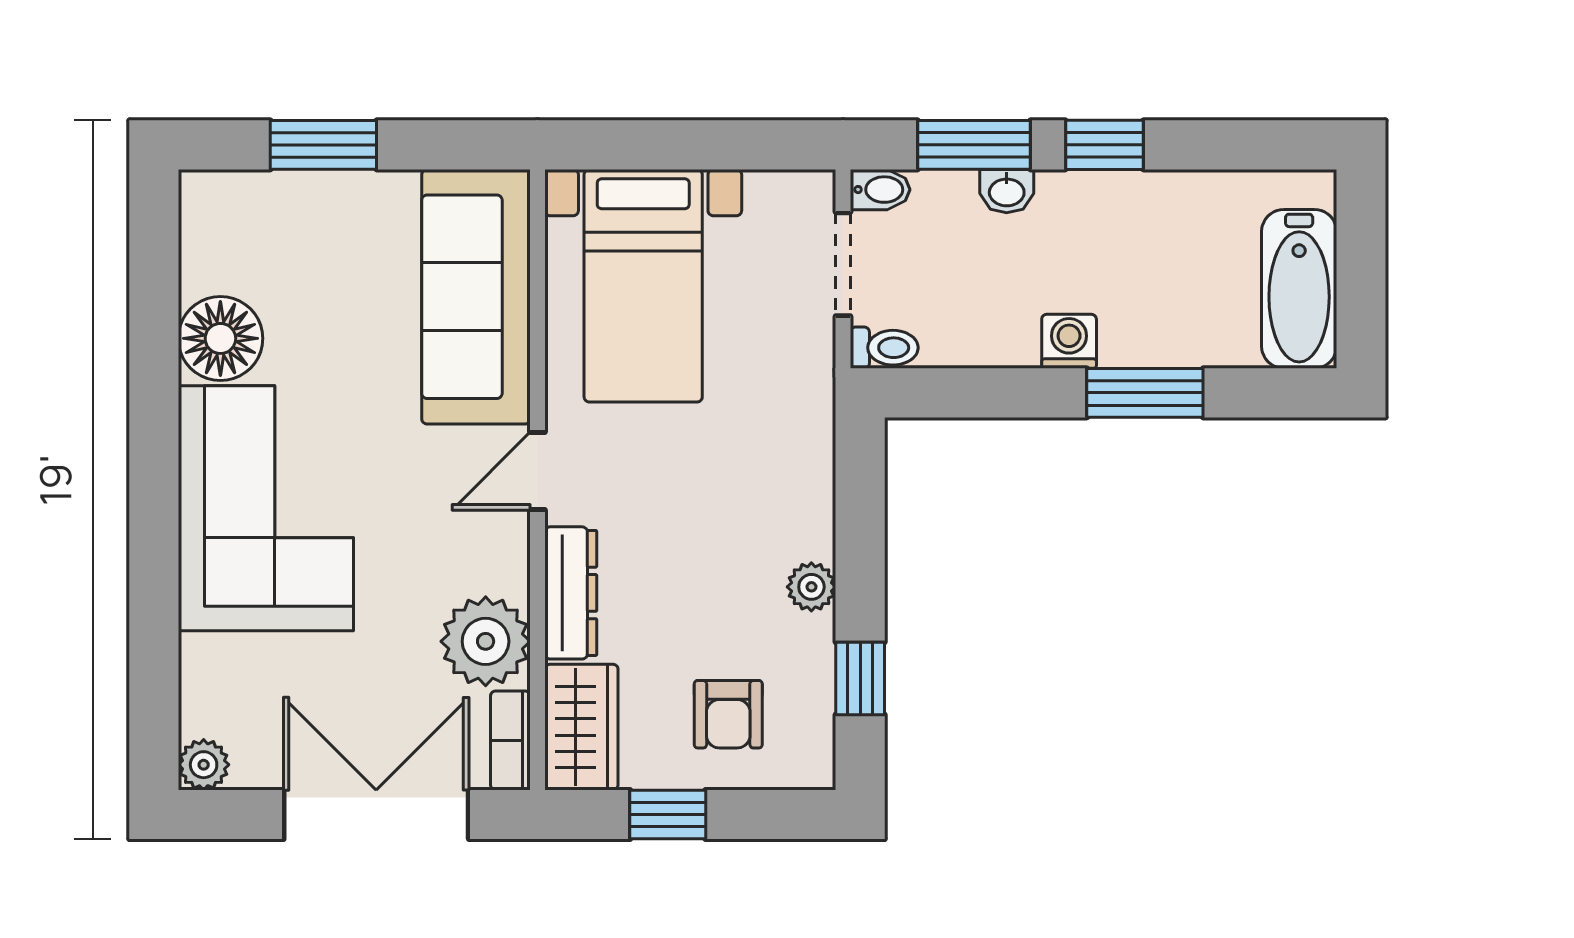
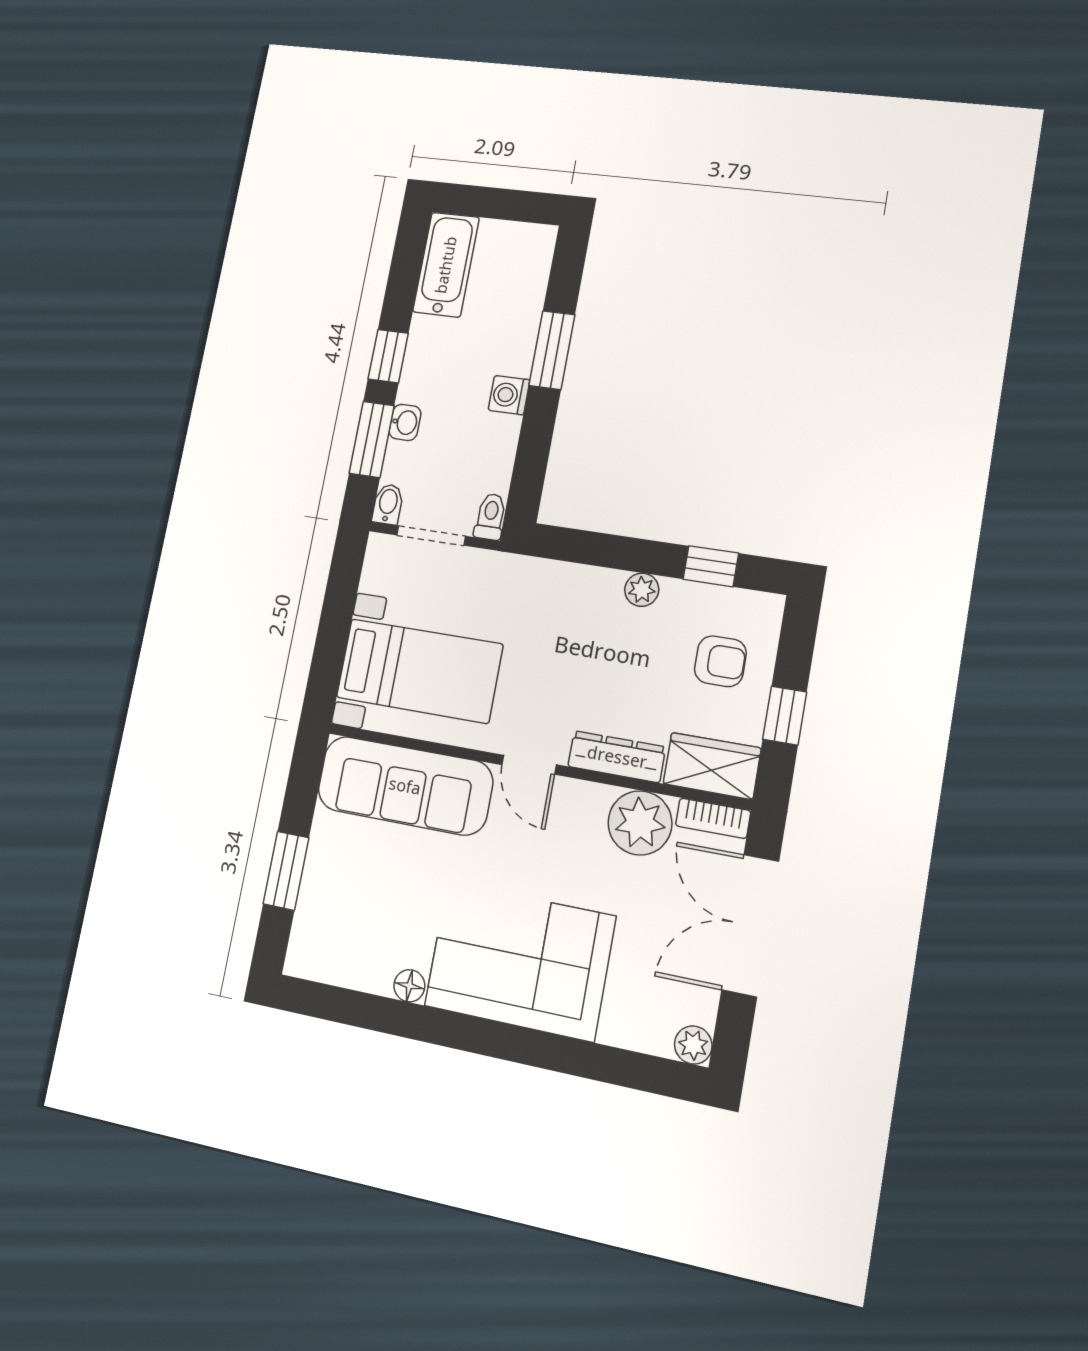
bathtub: (1299, 289) -> (446, 265), moved, turned -90
floor lamp: (220, 338) -> (409, 986), width x0.53, depth x0.53

